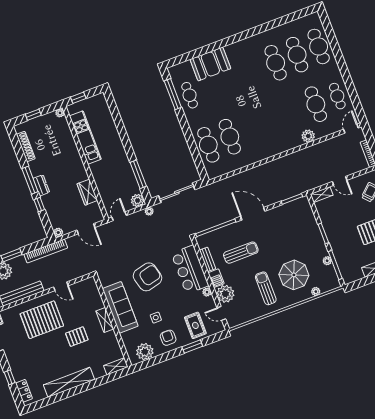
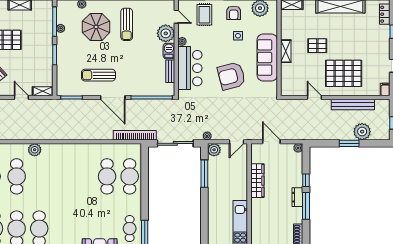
wardrobe: (87, 192) -> (257, 181), width x1.50
bookcase: (46, 251) -> (135, 135), moved
sun lounger: (241, 253) -> (98, 75), moved

